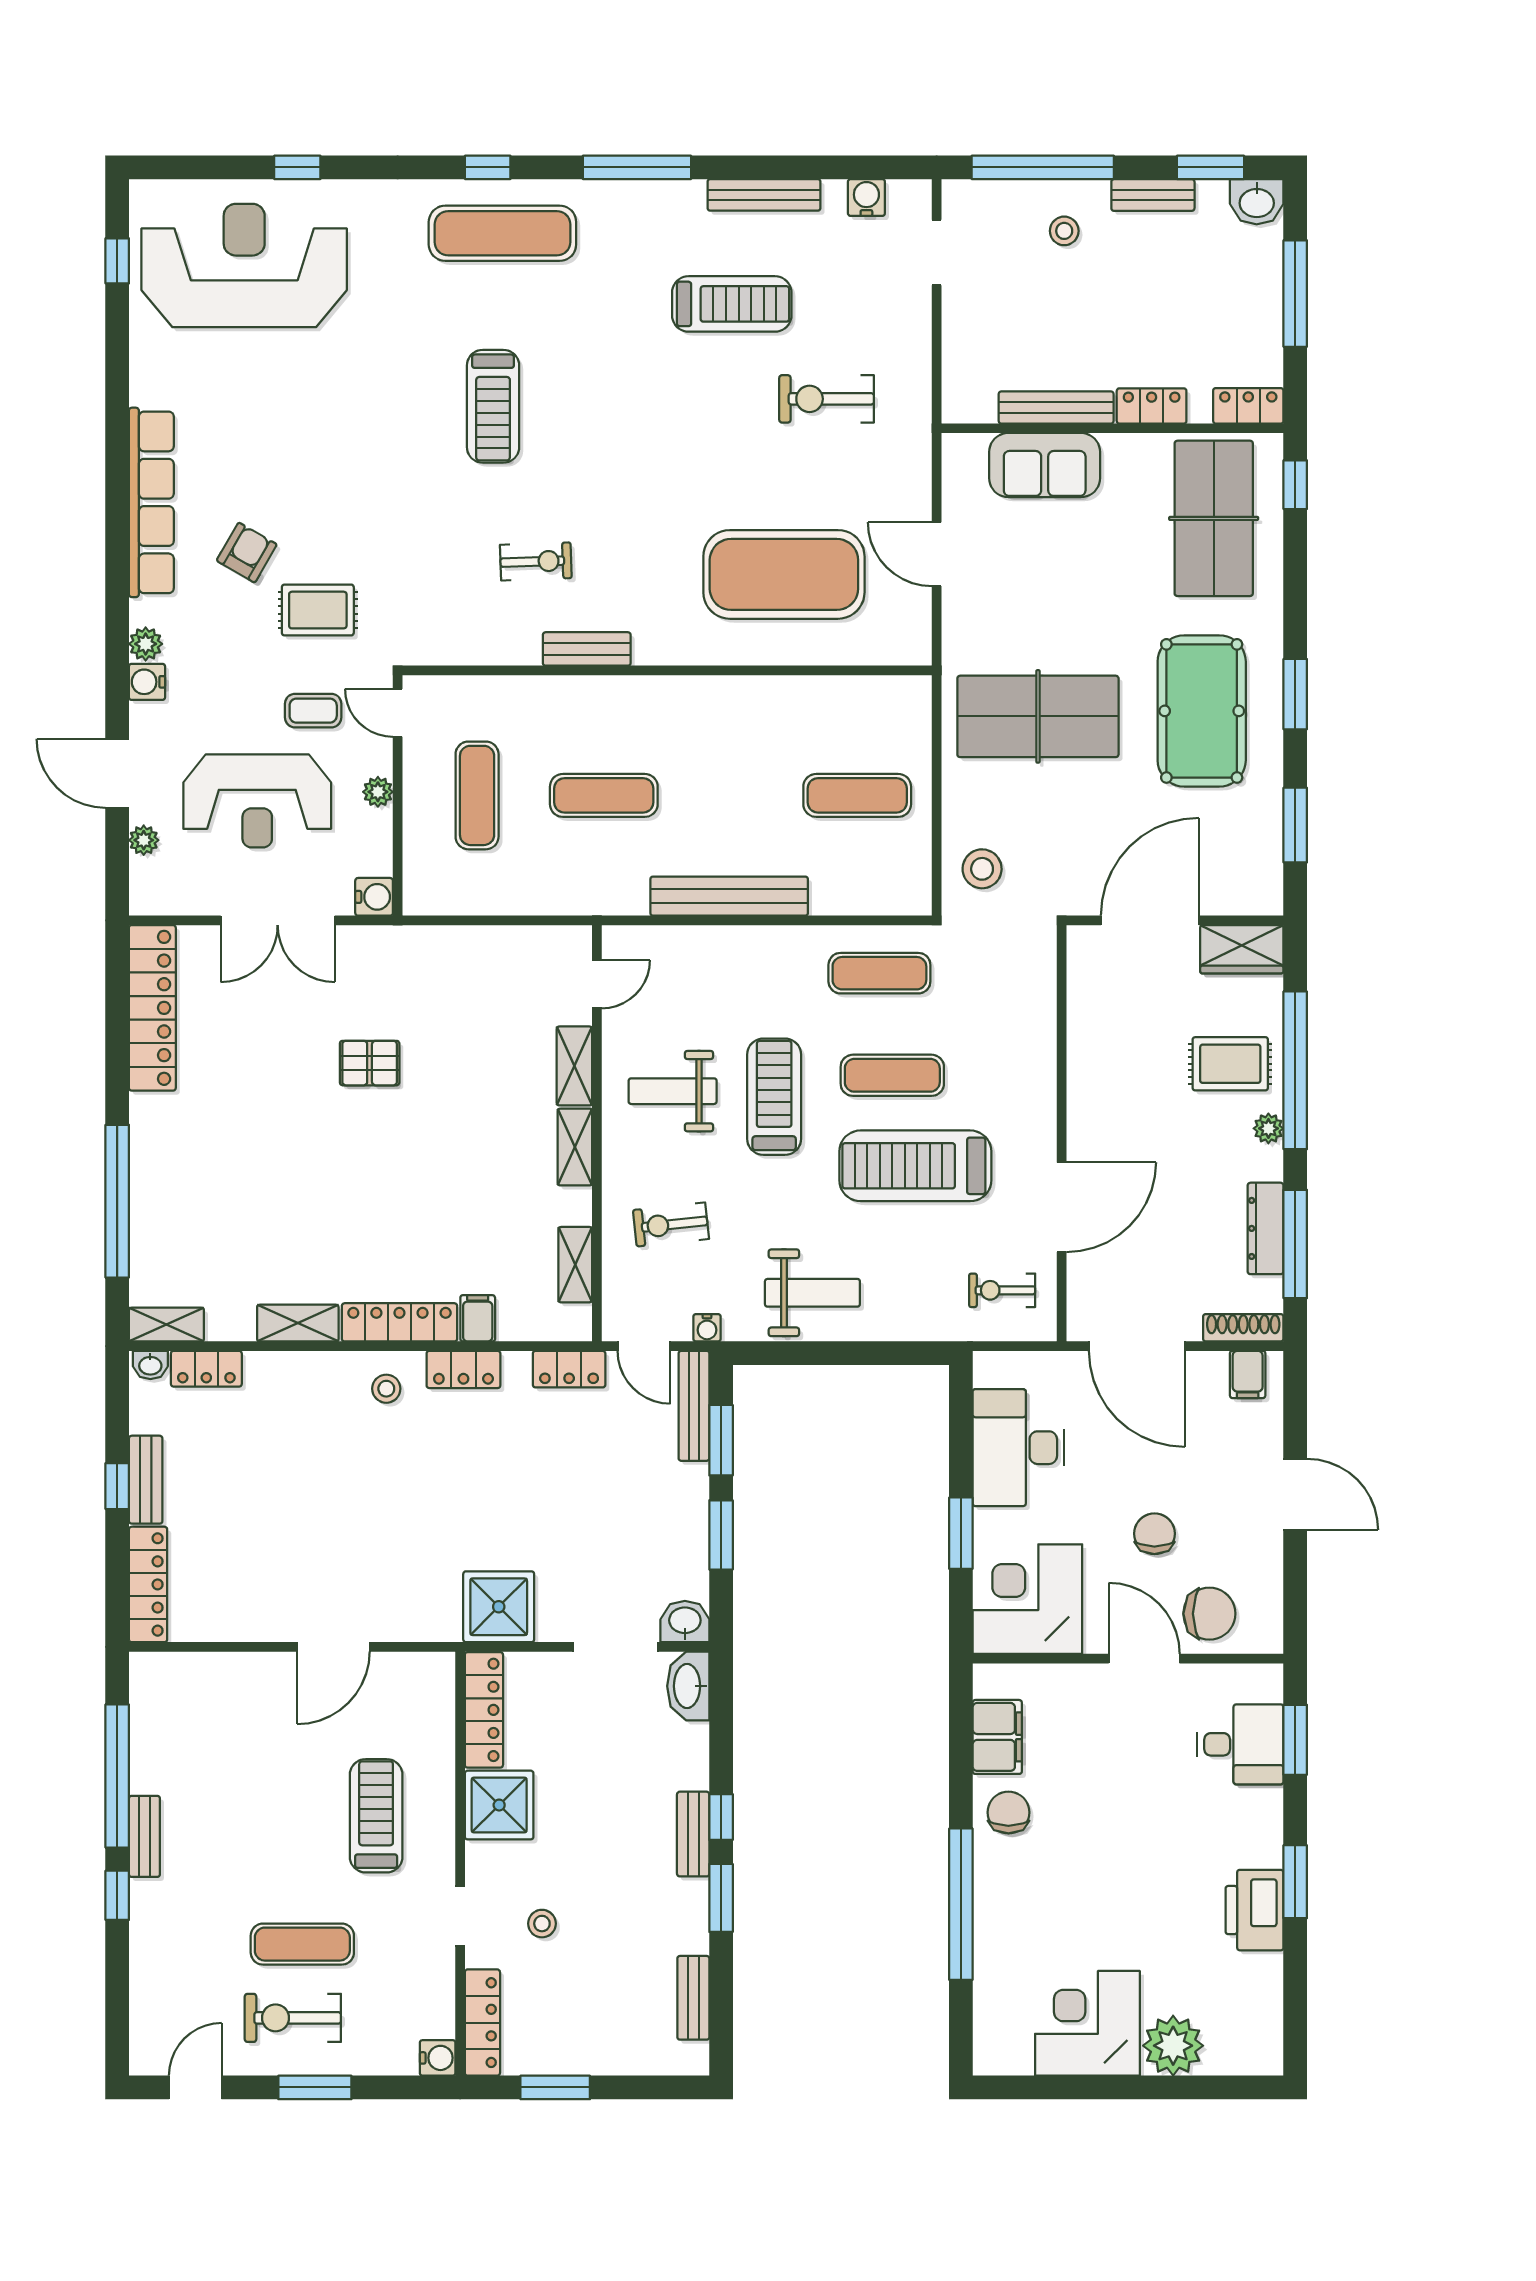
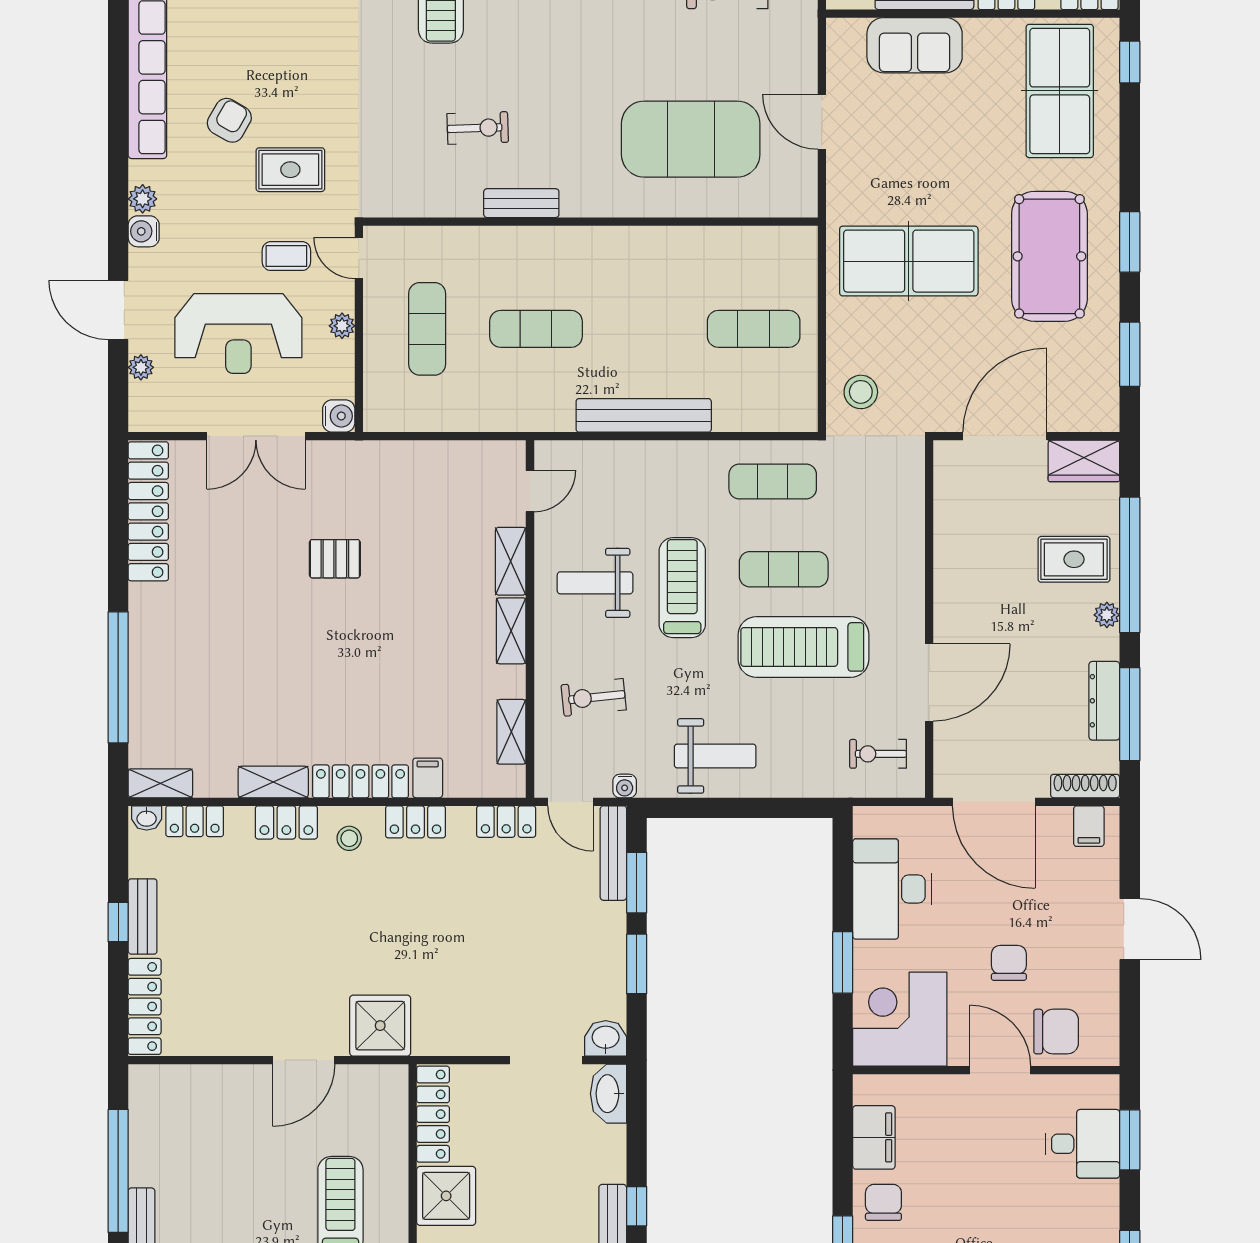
locker: (313, 1370) -> (286, 822), added
shower: (499, 1607) -> (380, 1026), moved

